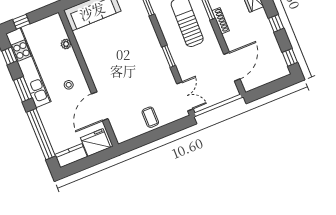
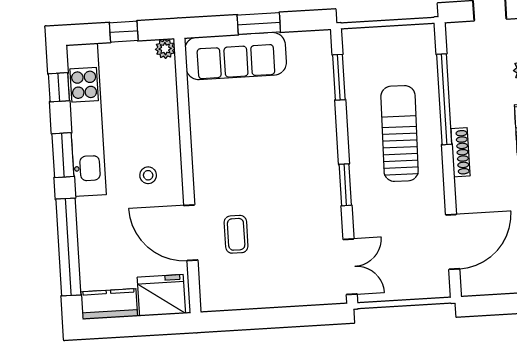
window: (21, 22) -> (124, 32), moved
plant: (66, 44) -> (165, 49), moved
door: (100, 106) -> (191, 233), hinge flipped
coffee table: (150, 117) -> (236, 234), moved

